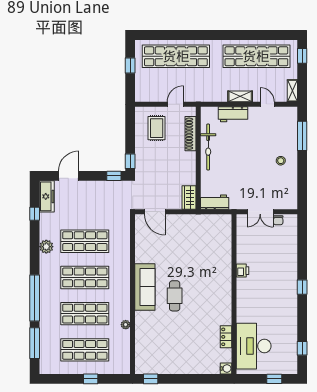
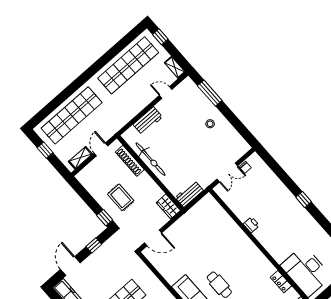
shelving: (240, 96) -> (80, 158), moved
rug: (157, 128) -> (121, 197), moved
window: (114, 176) -> (94, 245), moved

